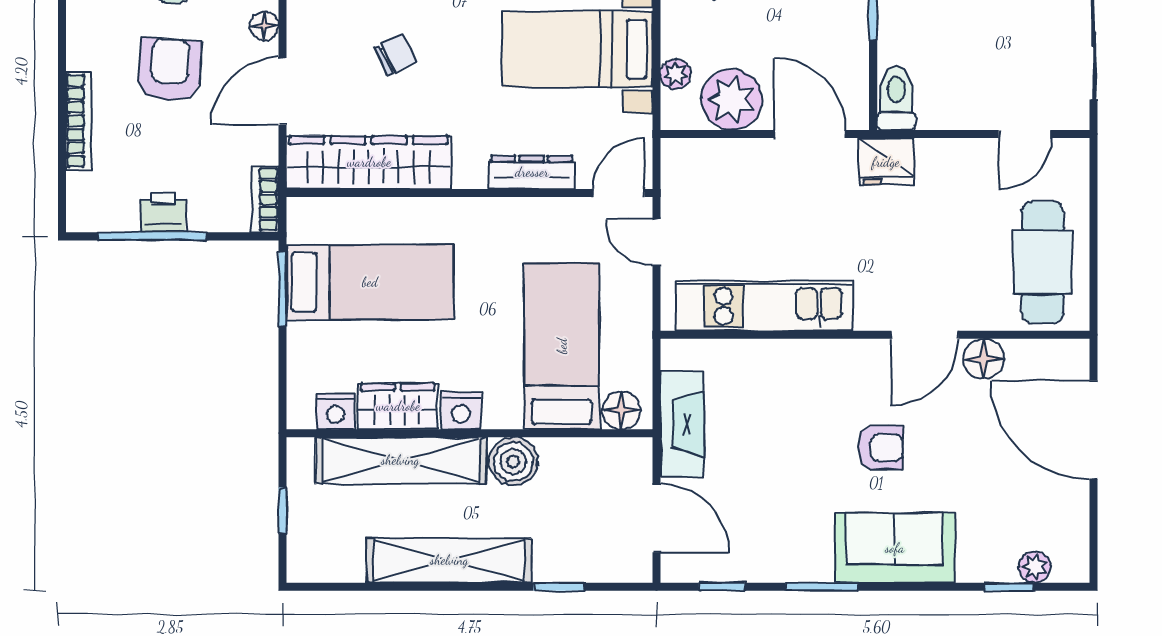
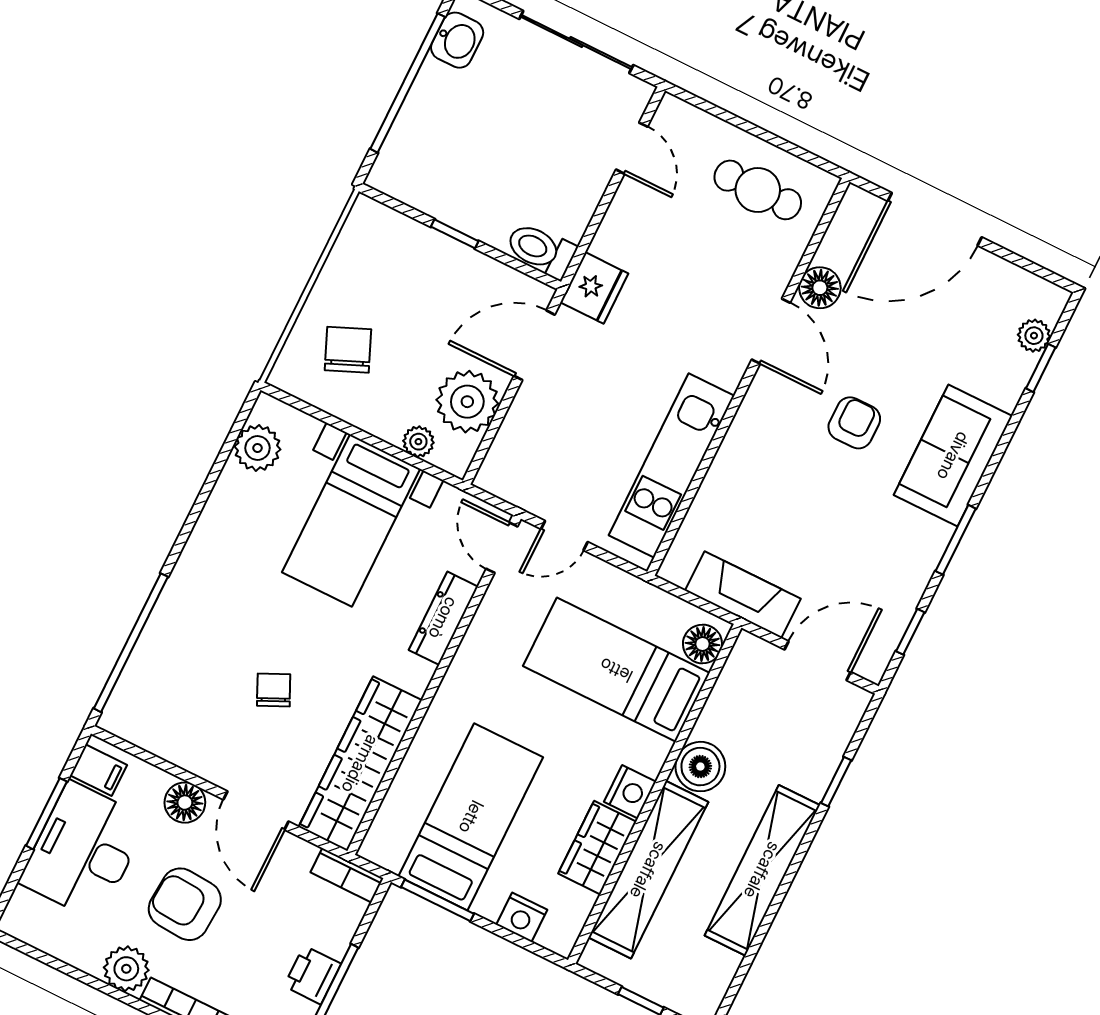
floor lamp: (264, 26) -> (185, 803), width x1.37, depth x1.37
plant: (88, 46) -> (126, 969), added
cafe table: (1043, 262) -> (758, 190), width x0.73, depth x0.74
nightstand: (336, 412) -> (522, 917), moved, turned 90

